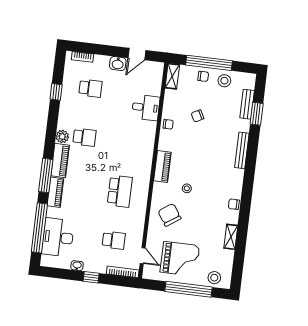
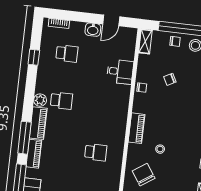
school desk: (120, 191) -> (96, 152), width x0.54

